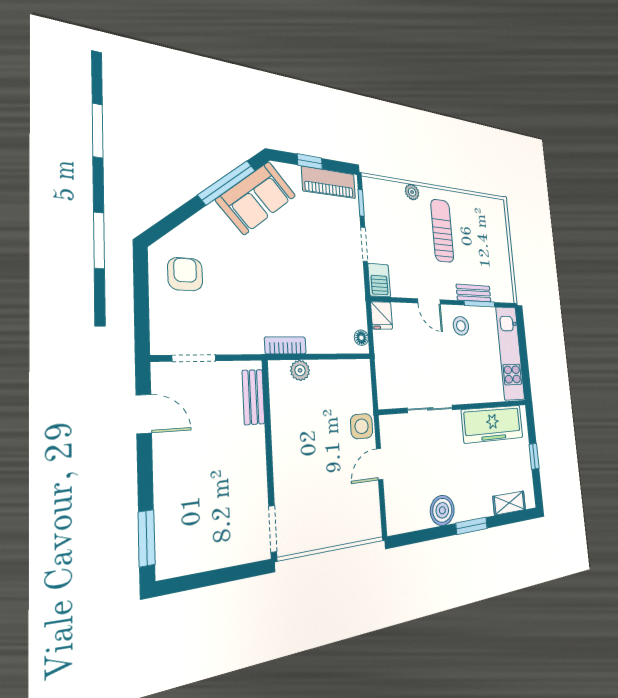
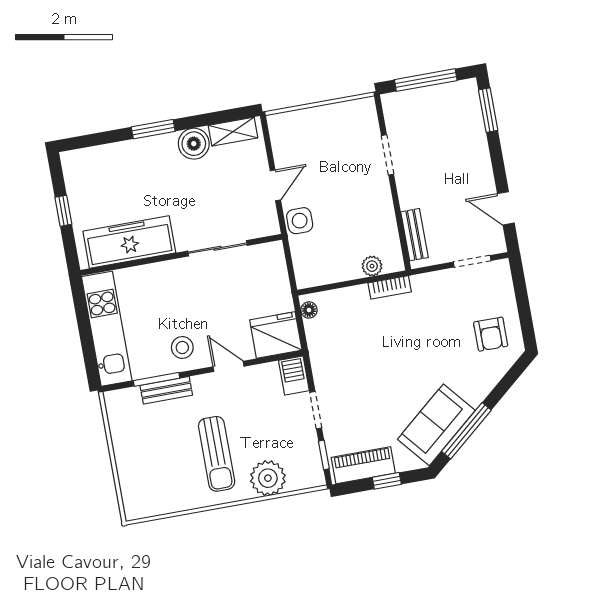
plant: (412, 192) -> (268, 478), width x1.87, depth x1.87
fridge: (382, 316) -> (276, 335), width x1.88, depth x1.34
shelving: (509, 503) -> (233, 132), moved
doorway: (273, 529) -> (388, 155), moved
window: (218, 577) -> (426, 80), added

